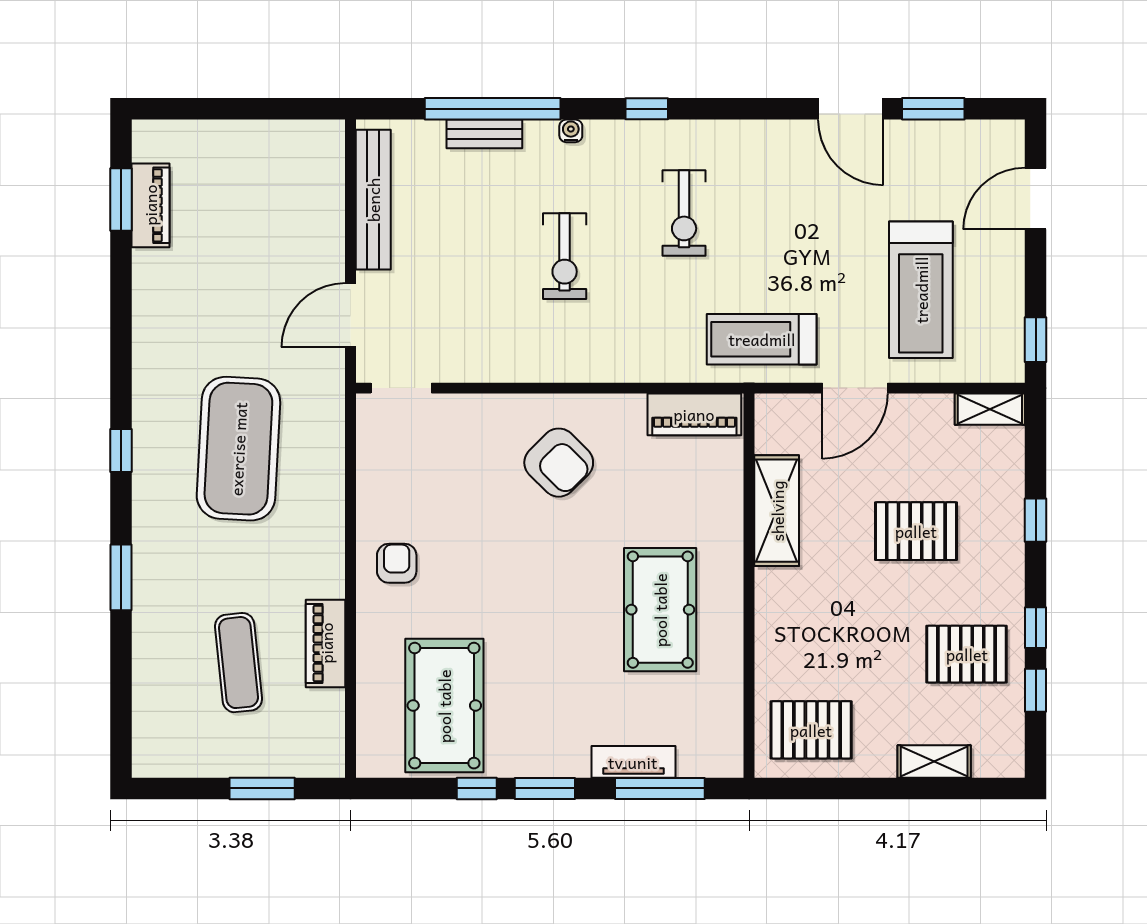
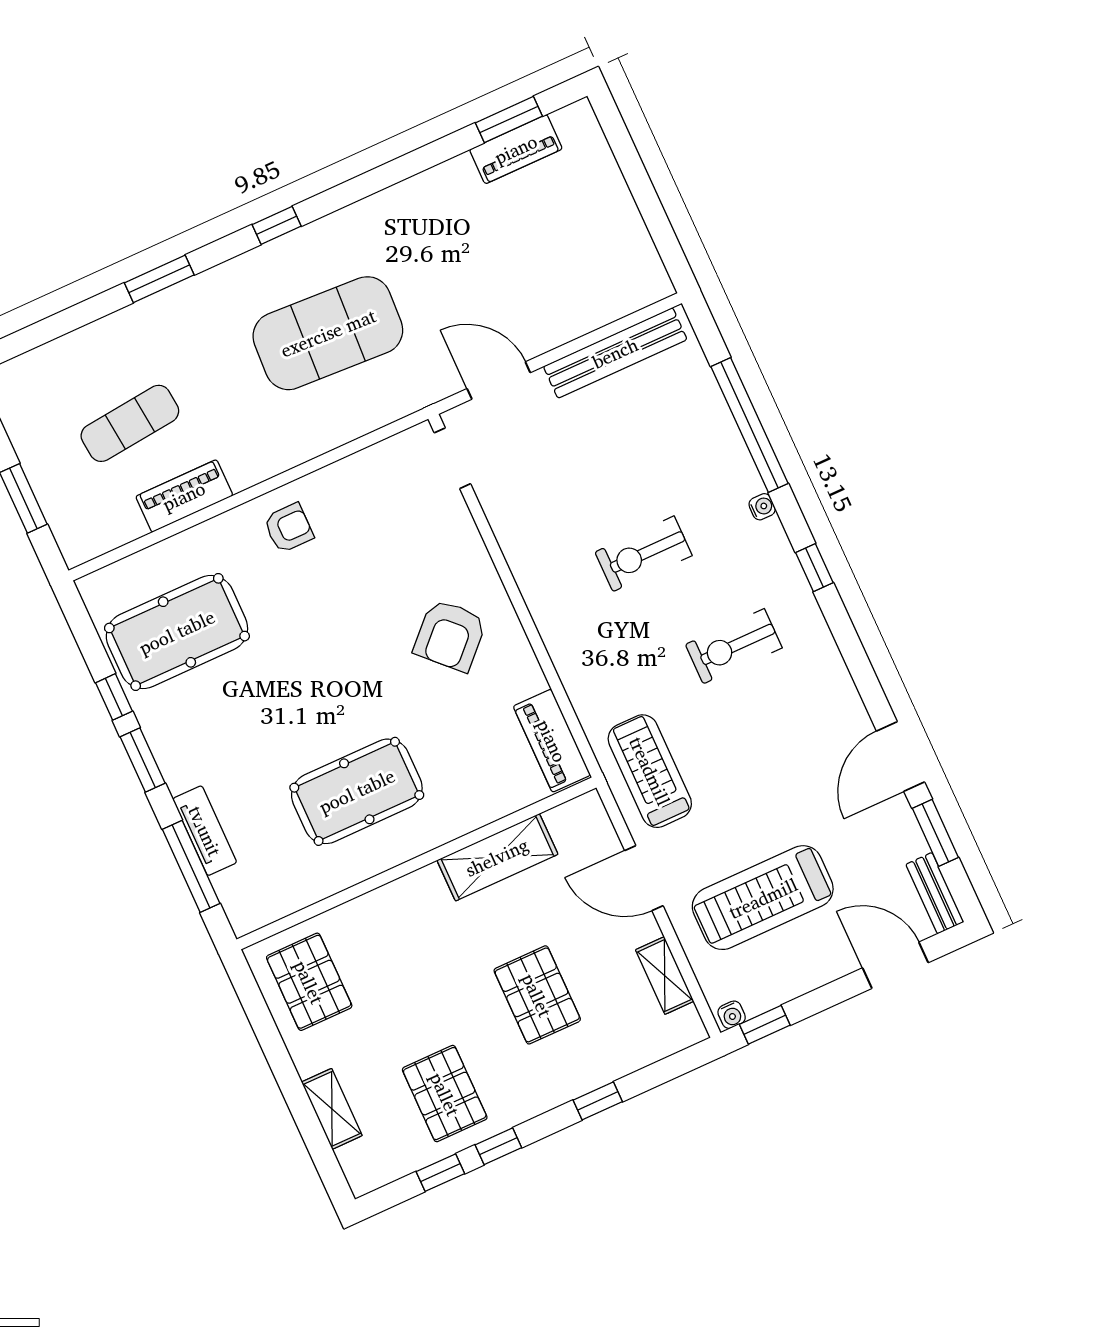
bench: (484, 134) -> (935, 893), moved
water cooler: (1013, 365) -> (732, 1015), added
shelving: (990, 409) -> (665, 976), moved

